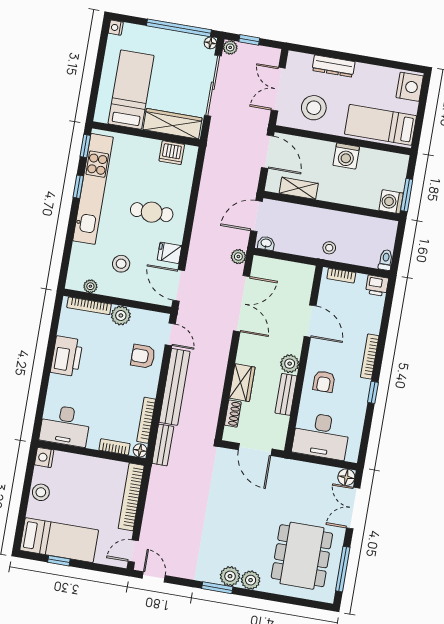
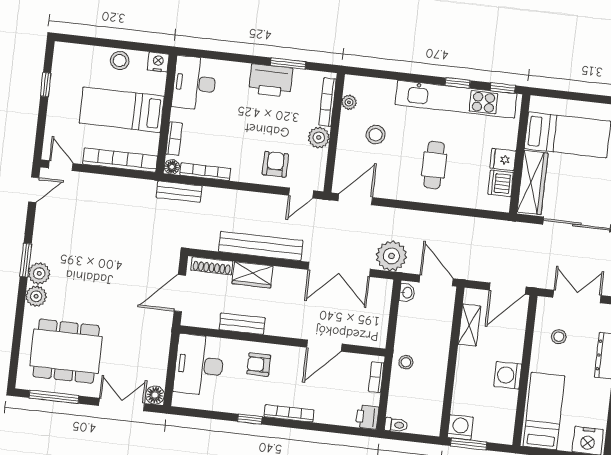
stool: (314, 108) -> (559, 337), width x0.53, depth x0.53
fridge: (169, 253) -> (503, 159), moved, turned -90
plant: (238, 257) -> (391, 256), width x1.87, depth x1.87
window: (52, 340) -> (288, 64), added
plant: (290, 364) -> (276, 326), removed
bench: (175, 387) -> (261, 246), moved
shoe rack: (233, 414) -> (212, 266), width x1.43
bed: (59, 540) -> (122, 110), moved, turned 90

